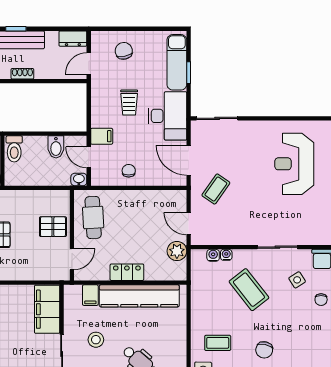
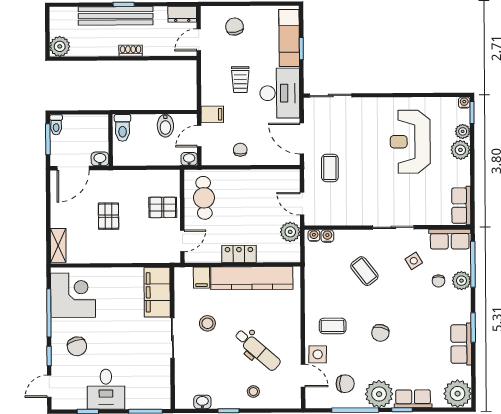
door: (89, 157) -> (199, 136), hinge flipped
coffee table: (216, 189) -> (330, 168), turned -35
water cooler: (226, 255) -> (314, 236), moved
coffee table: (249, 290) -> (364, 271), width x0.73, depth x0.77

